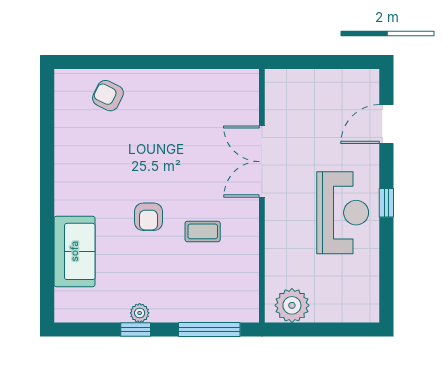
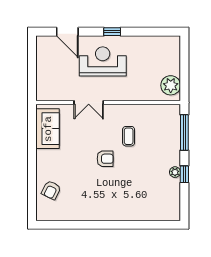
double door: (262, 162) -> (89, 102), width x0.73
reception desk: (343, 213) -> (103, 61), moved
armchair: (148, 217) -> (105, 159), moved
sofa: (74, 251) -> (48, 129), moved, turned 90

